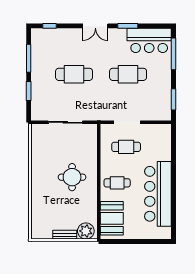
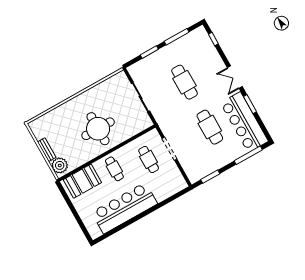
bar counter: (149, 40) -> (244, 122), width x1.36
round table: (72, 177) -> (98, 129), width x1.36, depth x1.36

